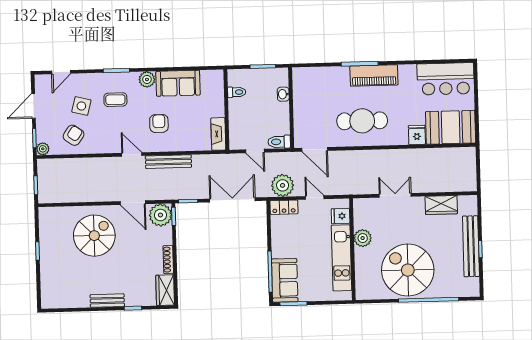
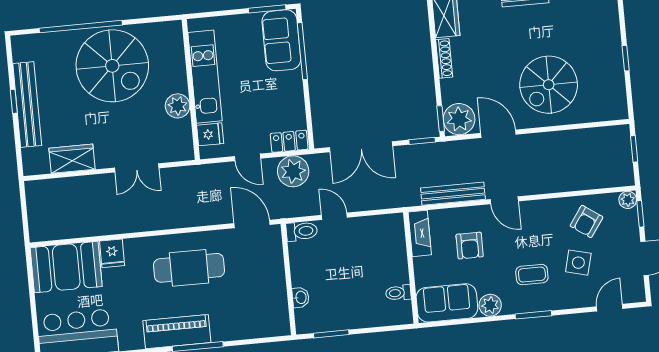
toilet: (237, 92) -> (398, 293), moved
wall: (226, 110) -> (411, 268), moved
fireplace: (218, 134) -> (420, 233), moved

